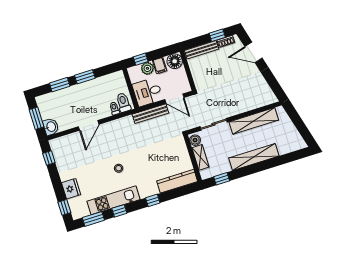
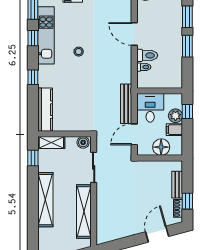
bench: (202, 50) -> (177, 185), width x0.73
floor lamp: (175, 61) -> (161, 147), moved
toilet: (123, 102) -> (147, 55), moved
shelving: (200, 157) -> (51, 143), moved

